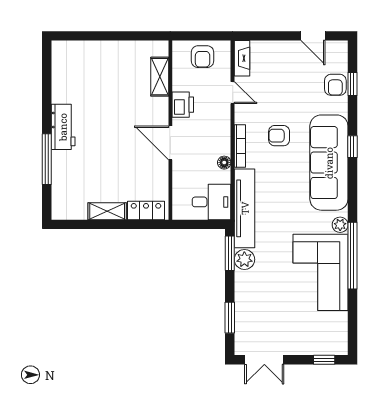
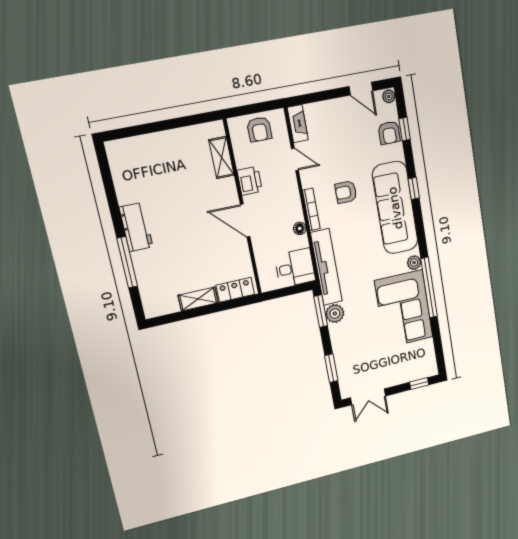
plant: (341, 49) -> (389, 96), added

